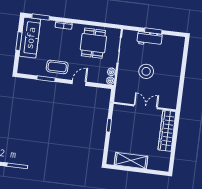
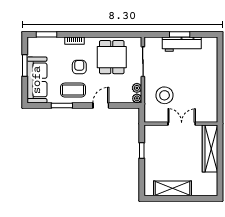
sofa: (30, 38) -> (37, 80), moved
workbench: (150, 39) -> (182, 44), width x1.38
armchair: (65, 48) -> (79, 67), added
stool: (146, 71) -> (165, 95), moved

